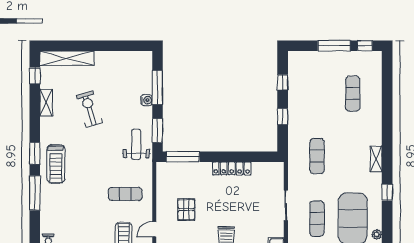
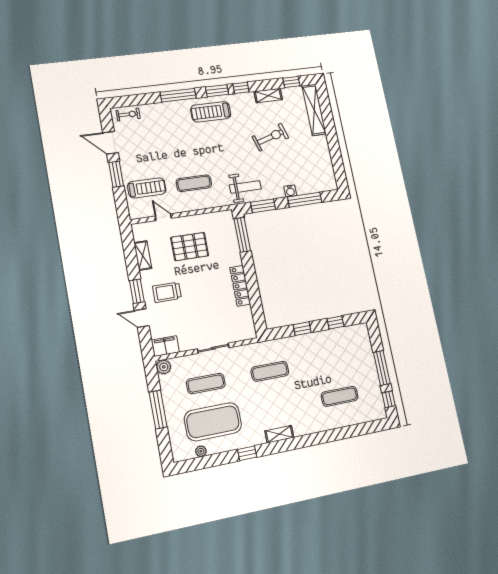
window: (35, 129) -> (241, 88), added
exercise mat: (125, 194) -> (194, 183), turned 90
pallet: (186, 210) -> (190, 247), width x1.50, depth x1.42

